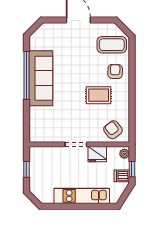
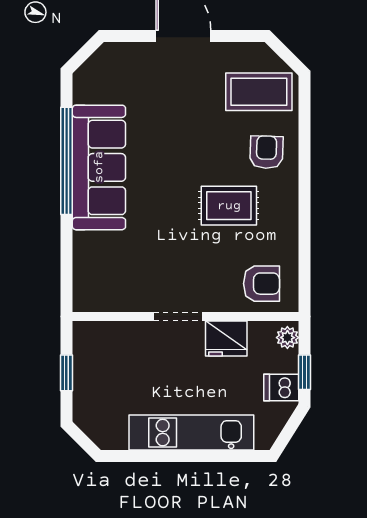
armchair: (113, 130) -> (262, 284), turned 128

